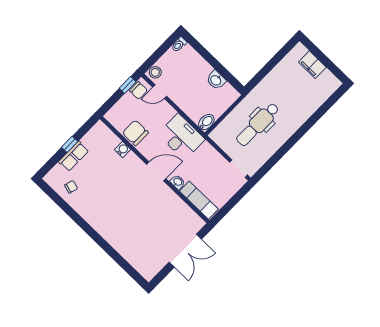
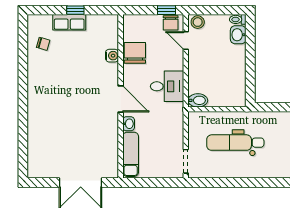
washbasin: (216, 80) -> (238, 35), moved
desk: (181, 137) -> (167, 86), width x0.73

